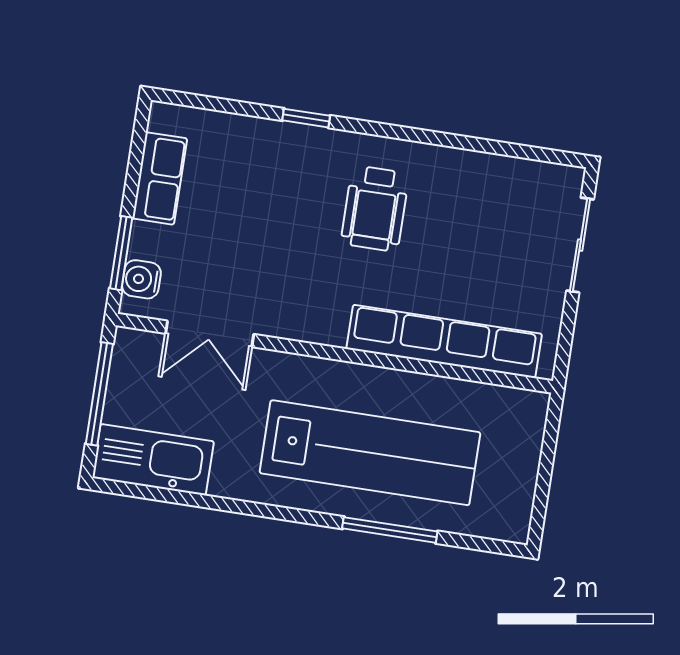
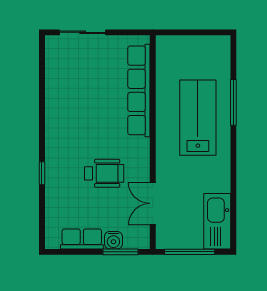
wheelchair: (375, 209) -> (104, 173), moved
water cooler: (141, 279) -> (113, 240), moved
double door: (210, 334) -> (153, 203), swing flipped
lab bench: (370, 453) -> (198, 118), width x0.73

